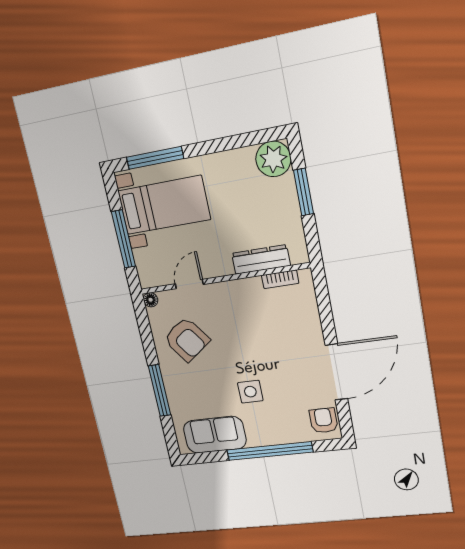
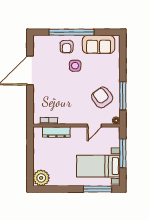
window: (304, 192) -> (30, 160), removed
window: (159, 391) -> (123, 96), moved
armchair: (324, 420) -> (67, 47), moved

